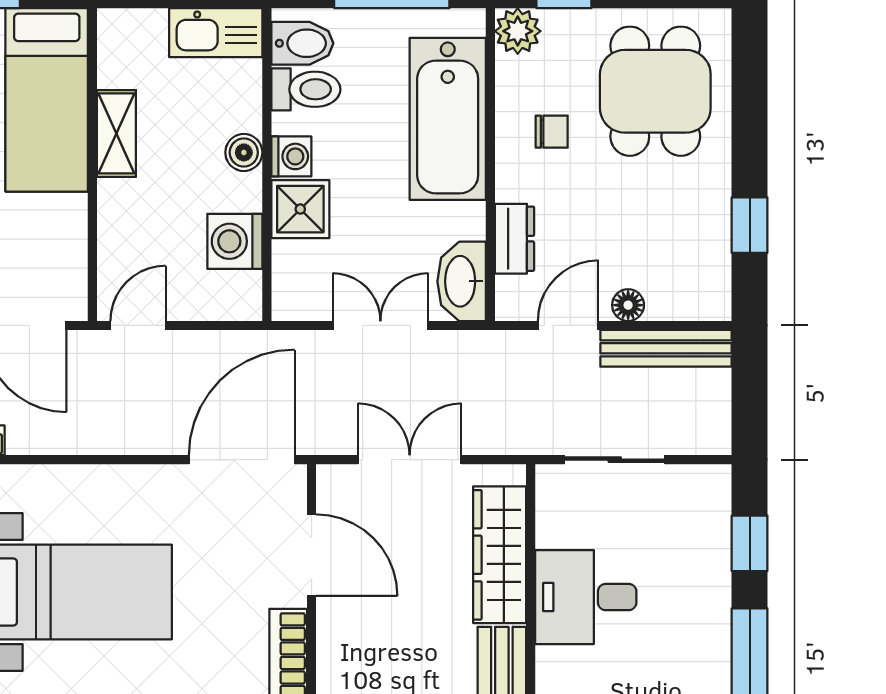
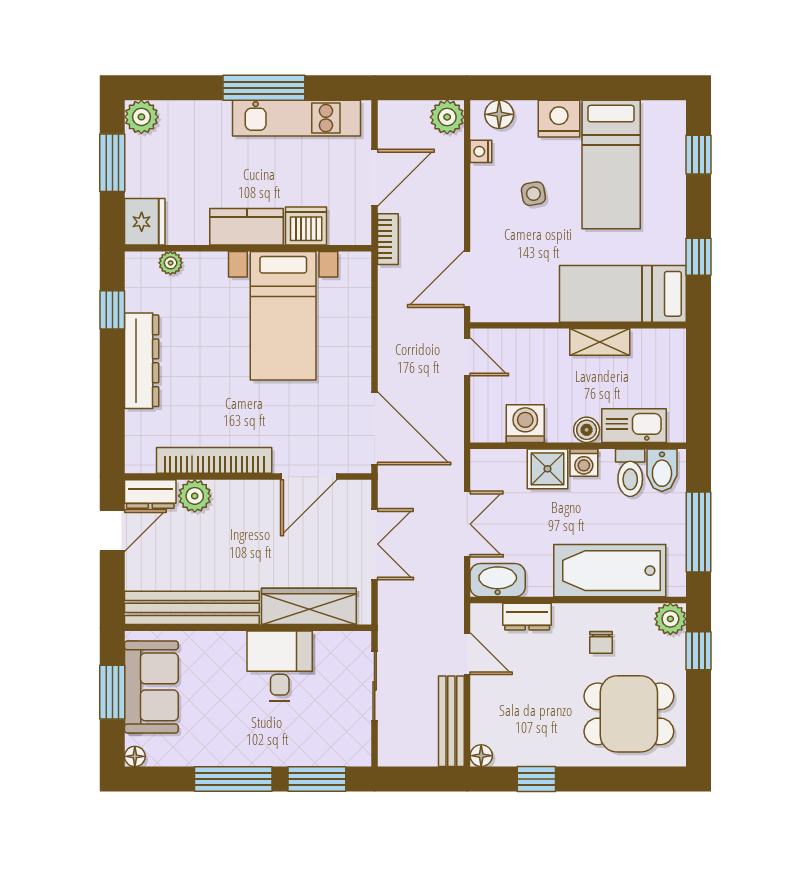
kitchen sink: (216, 33) -> (634, 426), moved, turned 90
floor lamp: (628, 305) -> (481, 756), moved
window: (750, 543) -> (317, 779), width x1.50

